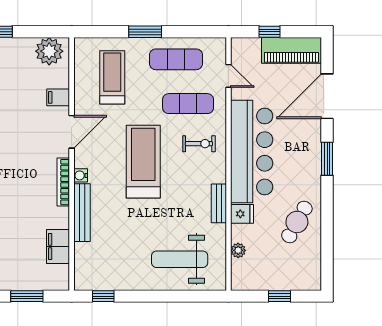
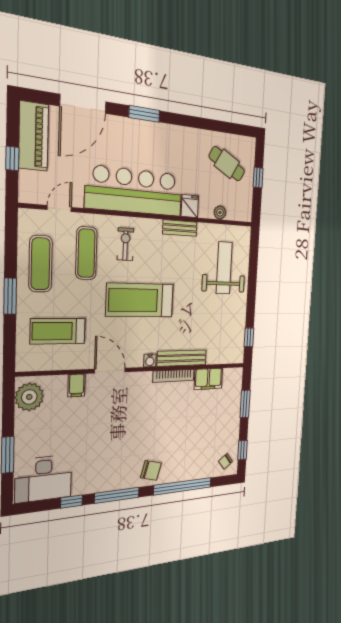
door: (327, 96) -> (83, 104), hinge flipped
bookcase: (63, 182) -> (174, 376), moved
cafe table: (297, 222) -> (227, 164), moved
weight bench: (180, 259) -> (224, 268), turned 180

